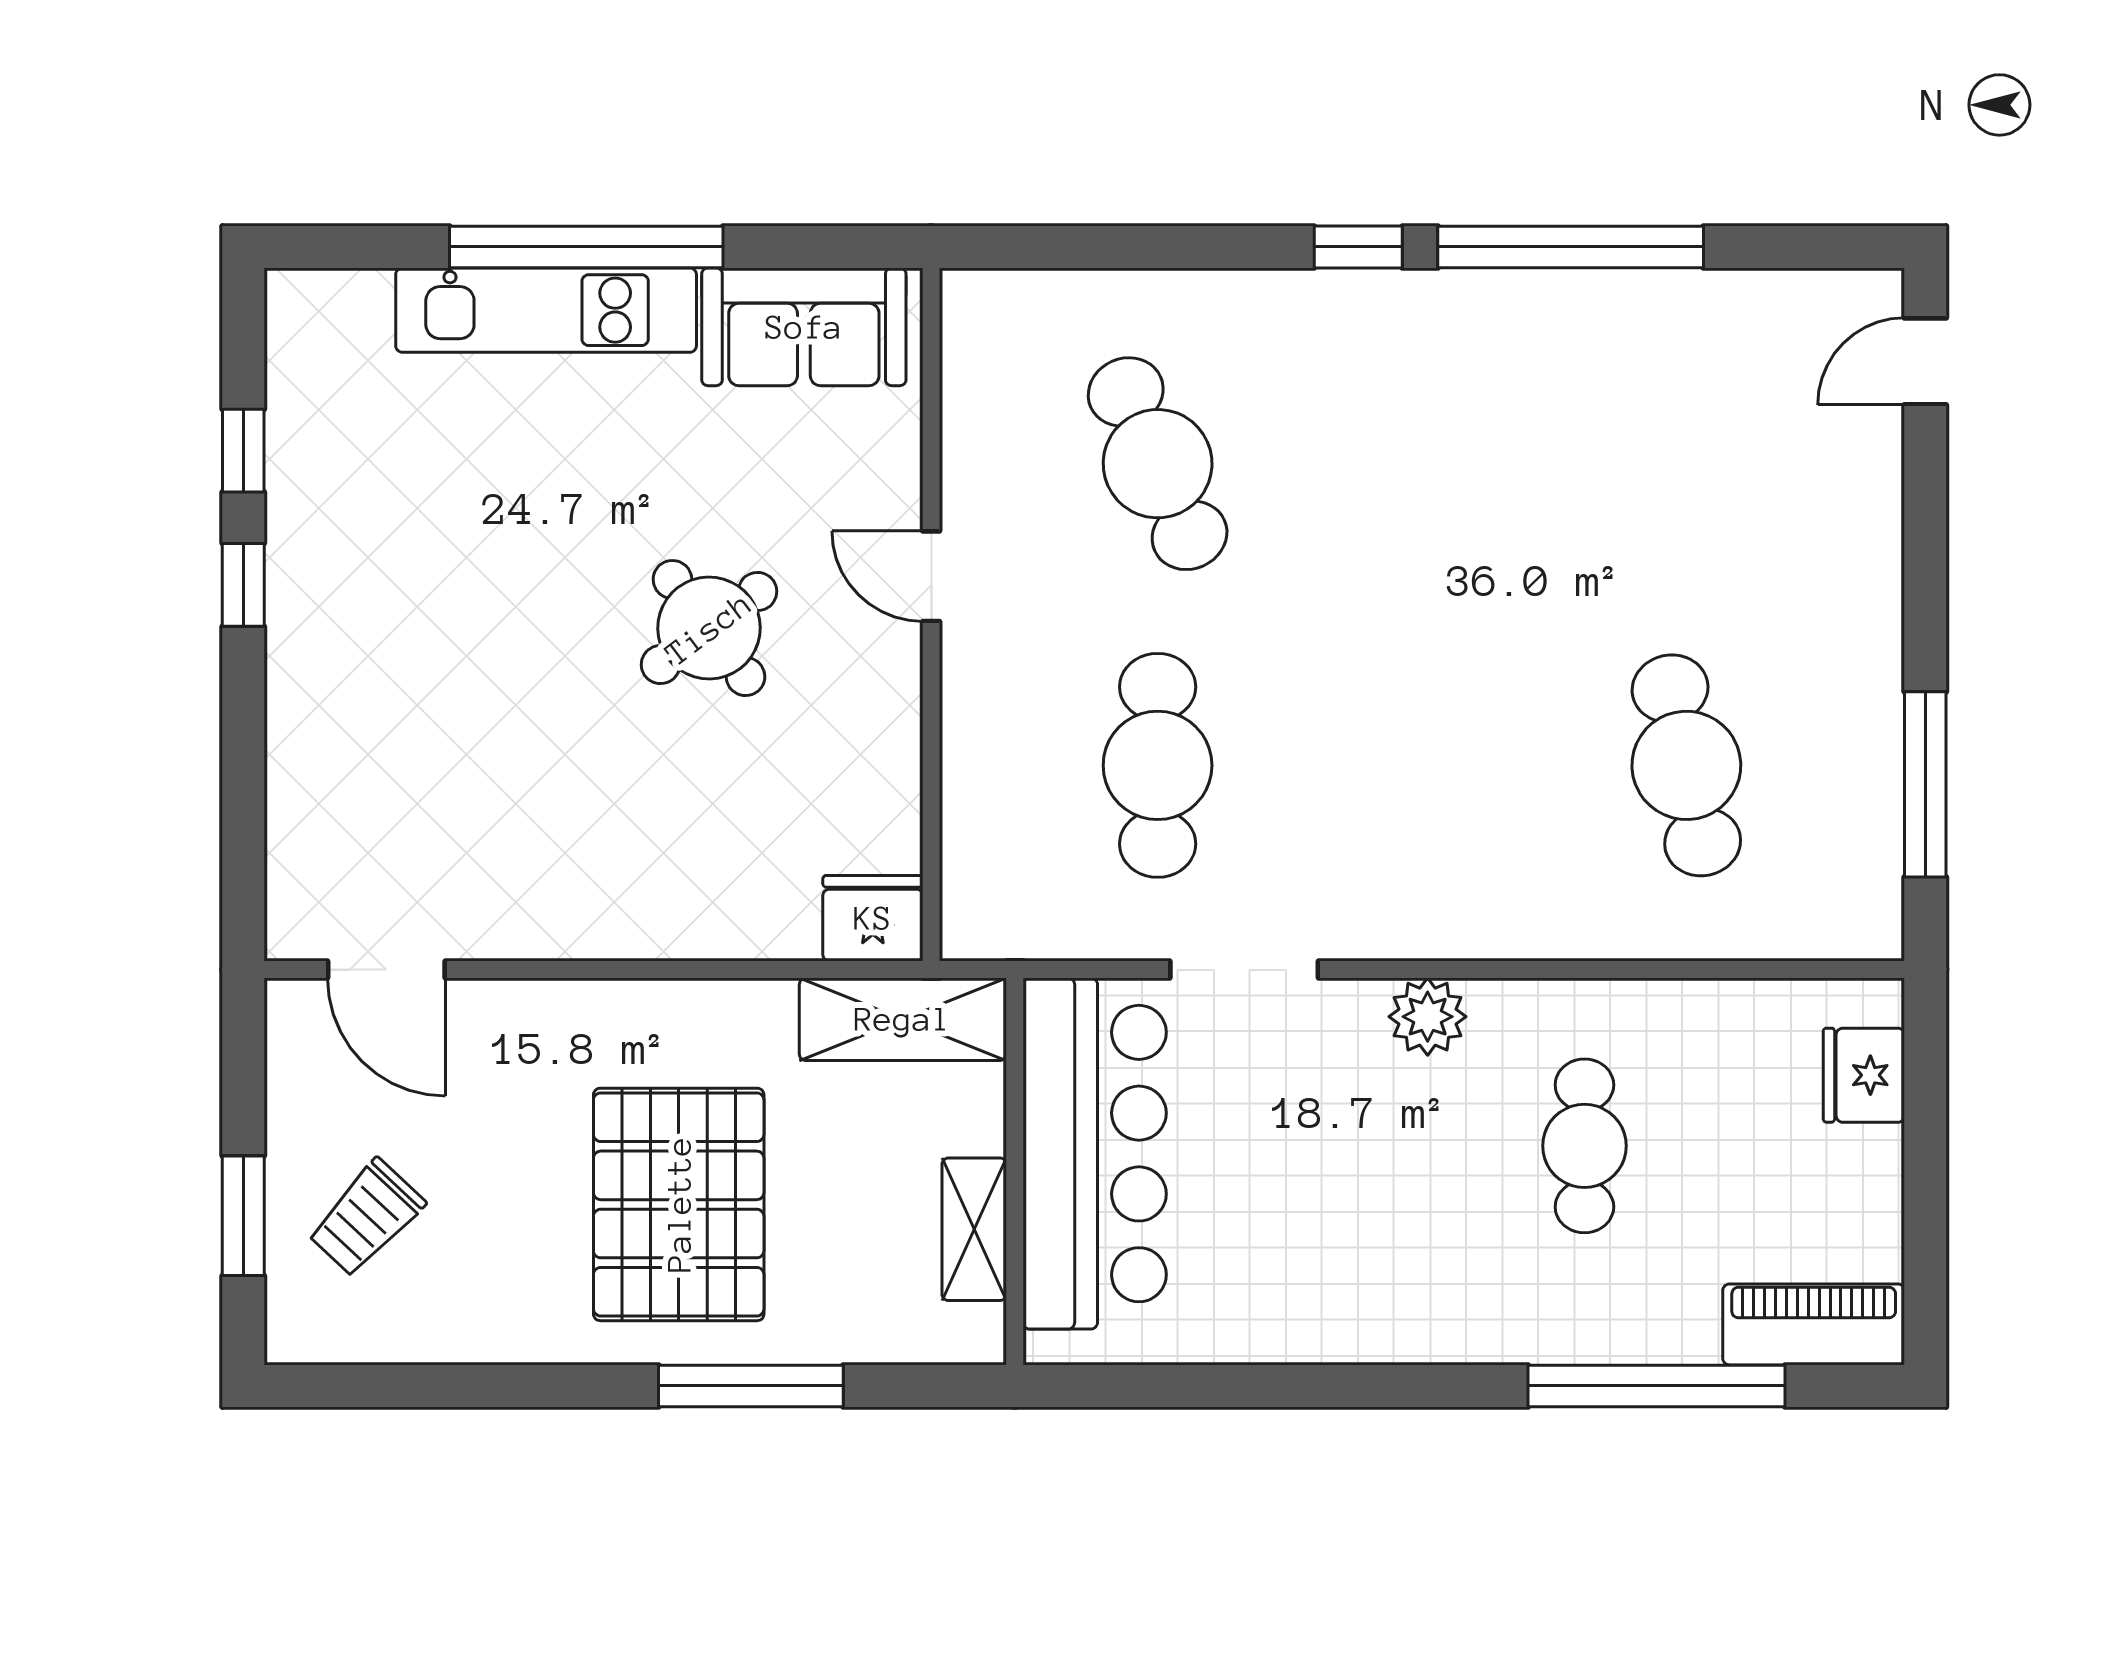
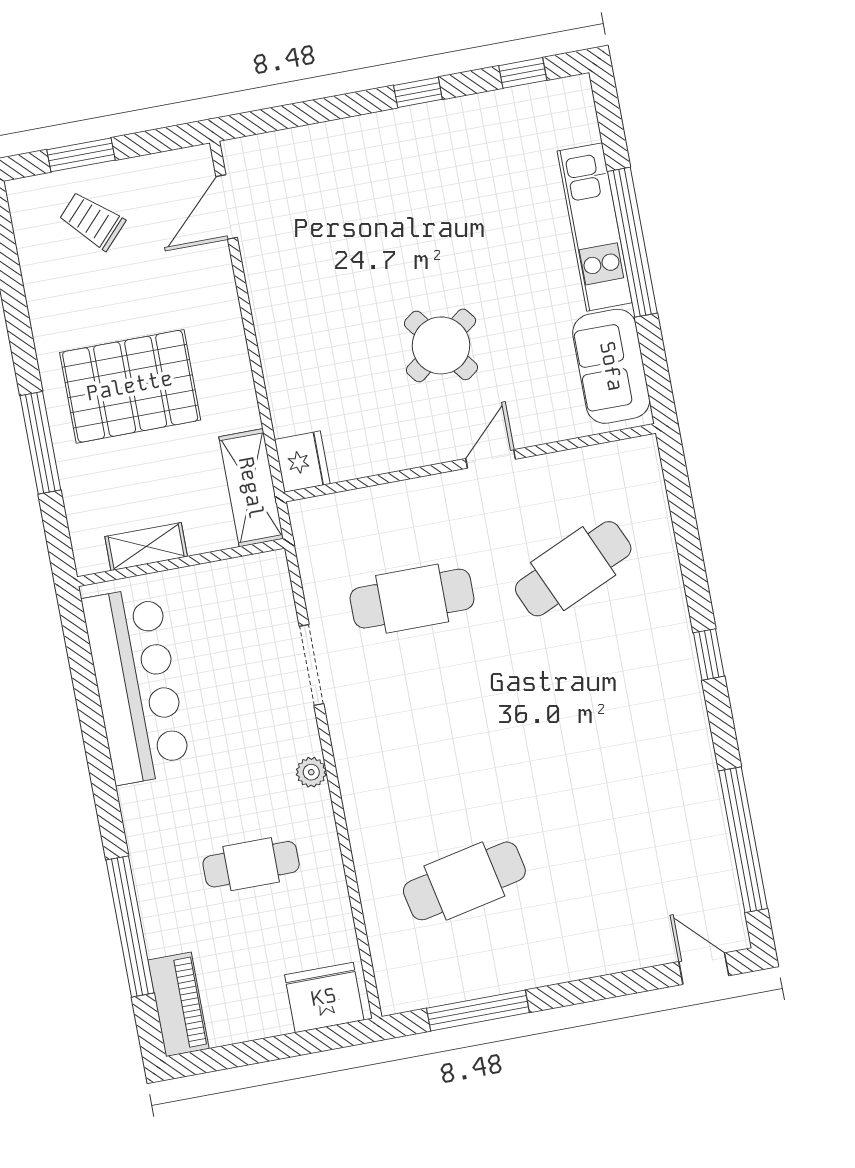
window: (1571, 247) -> (743, 840), moved
window: (243, 451) -> (523, 73), moved
plant: (1428, 1017) -> (311, 772), width x0.73, depth x0.73
fridge: (1864, 1075) -> (324, 997), width x1.36, depth x1.34
bar counter: (1095, 1154) -> (136, 685), moved, turned -90

